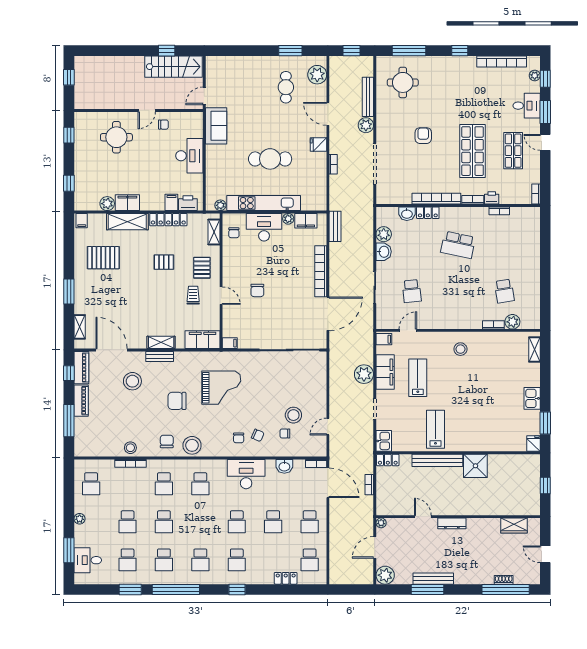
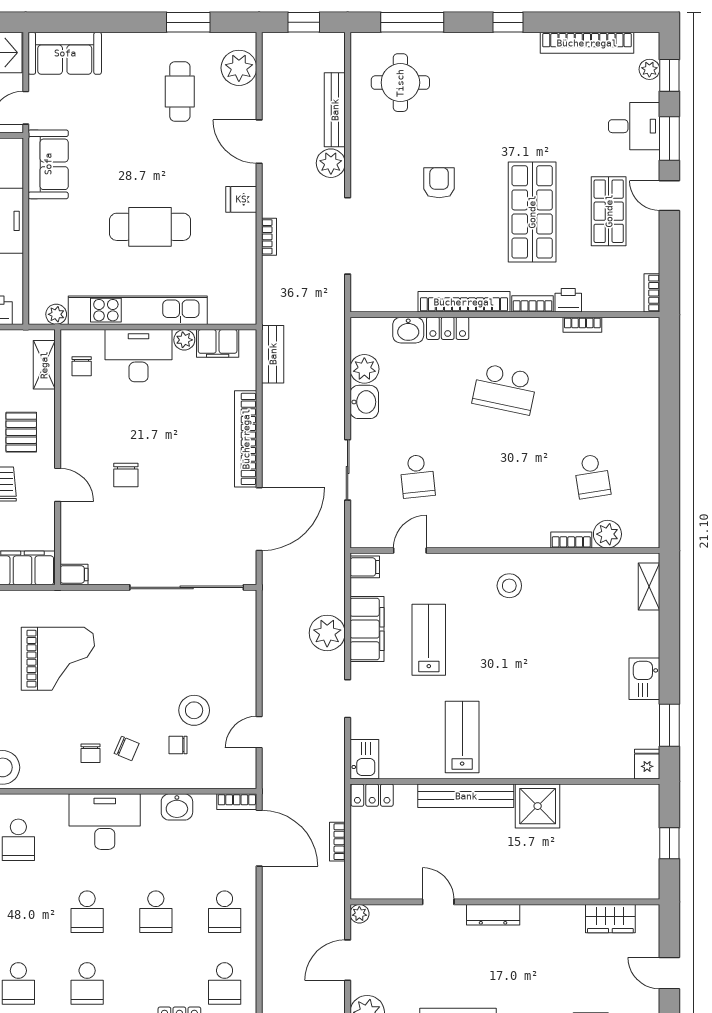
sofa: (225, 67) -> (65, 53), added

